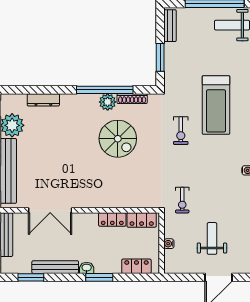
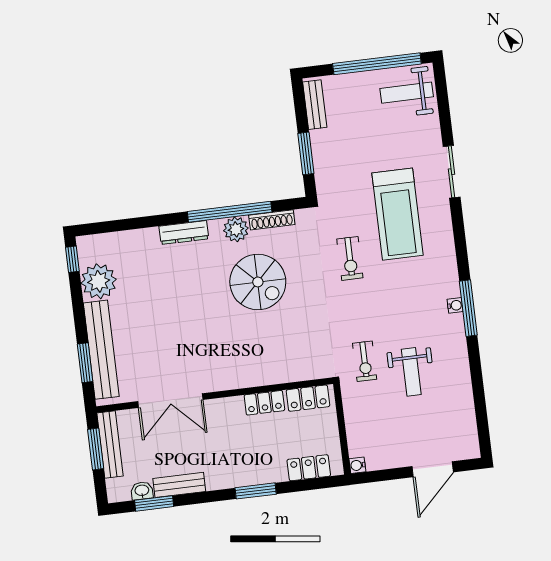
dresser: (43, 100) -> (184, 232), moved
weight bench: (212, 238) -> (411, 372), moved, turned 180
water cooler: (169, 244) -> (357, 465), moved
bench: (55, 267) -> (179, 485), width x0.73
washbasin: (87, 268) -> (142, 491), moved

